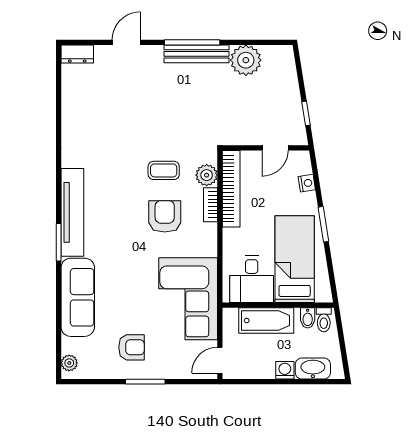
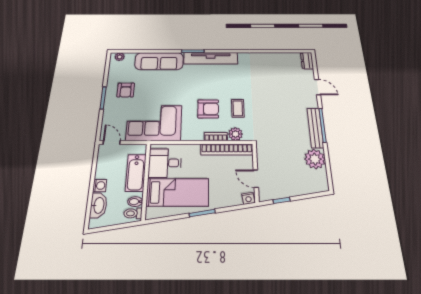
nightstand: (307, 183) -> (248, 198), moved

